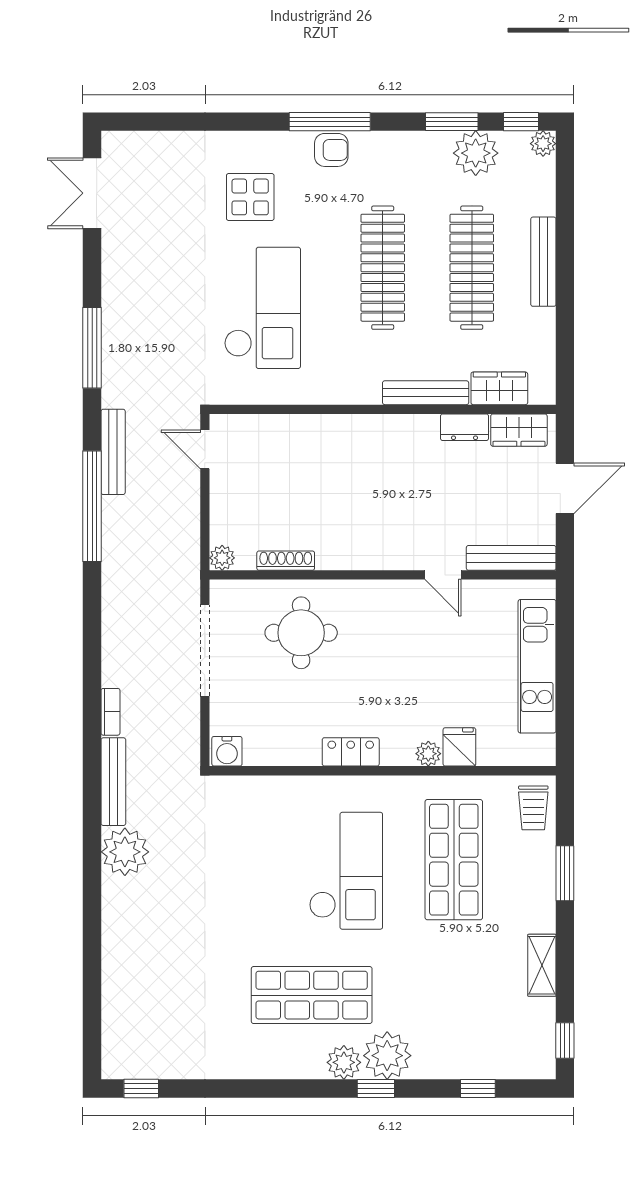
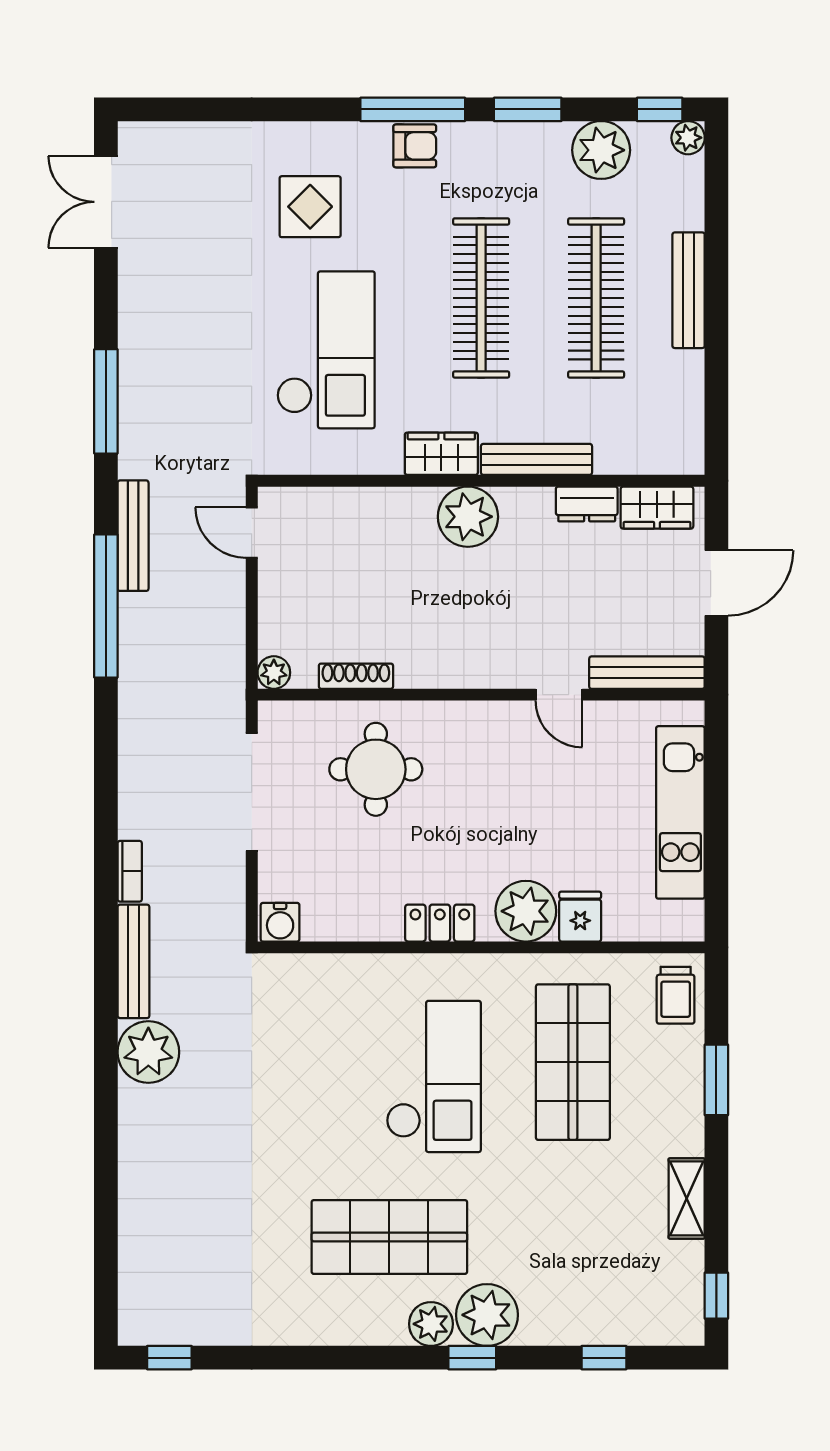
window: (452, 122) -> (528, 109), moved
wardrobe: (499, 388) -> (441, 454), moved
plant: (372, 437) -> (468, 517), added
plant: (428, 754) -> (526, 911), width x1.87, depth x1.87

